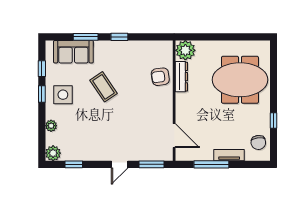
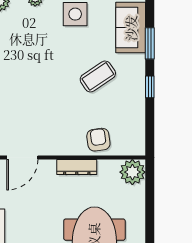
dresser: (181, 77) -> (77, 167), moved
coffee table: (104, 87) -> (98, 76), moved

